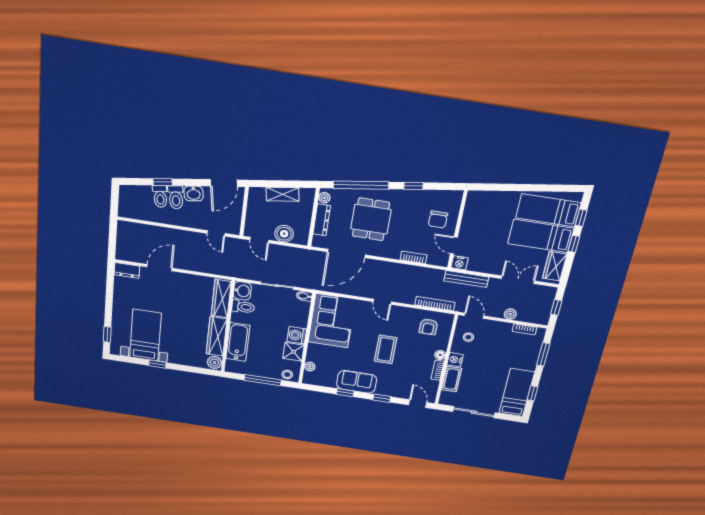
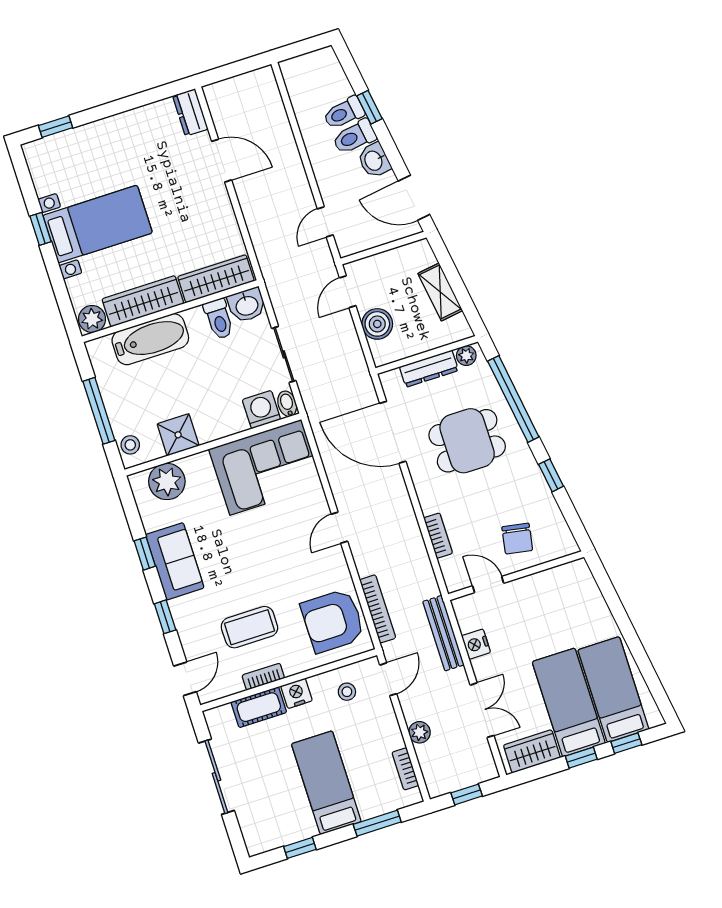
chair: (438, 219) -> (517, 539), turned -80
door: (454, 246) -> (488, 585), hinge flipped
nightstand: (460, 263) -> (476, 644), moved
armchair: (428, 327) -> (333, 621), width x1.88, depth x1.88
bed with nightstands: (145, 335) -> (98, 224), moved
washing machine: (297, 335) -> (261, 410), moved
coffee table: (386, 349) -> (249, 627), moved
floor lamp: (440, 355) -> (293, 666), removed
plant: (310, 367) -> (167, 482), width x1.88, depth x1.88
bed: (517, 393) -> (326, 783), moved, turned -90

